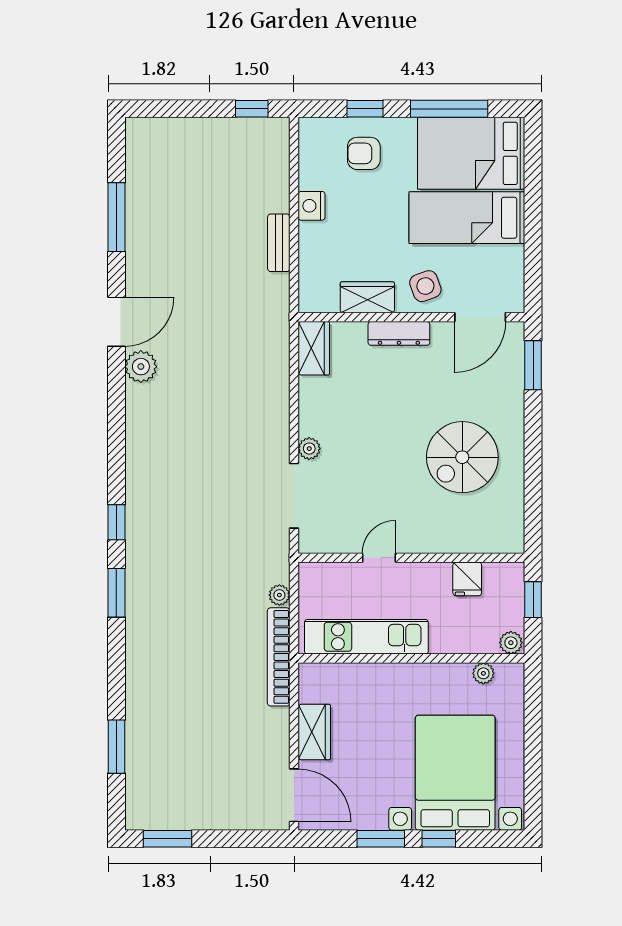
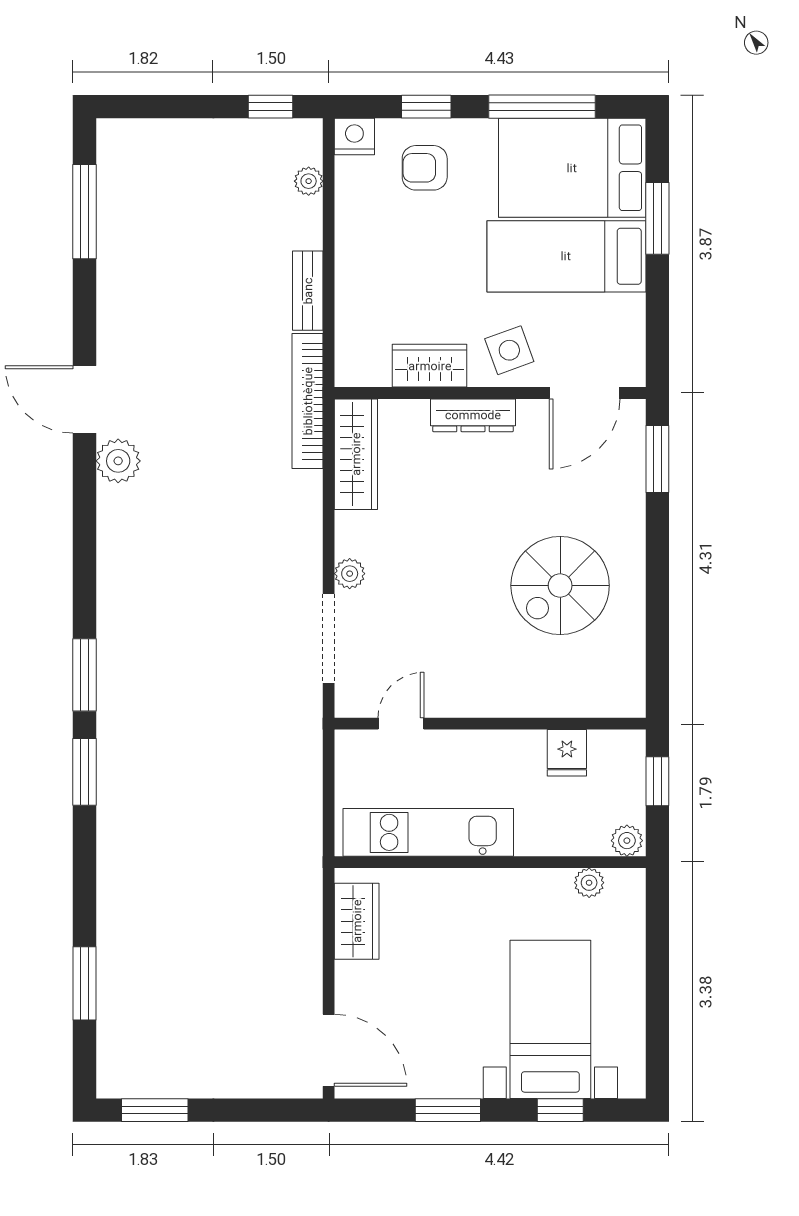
window: (533, 190) -> (657, 218), added
nightstand: (312, 206) -> (354, 136), moved, turned 90
window: (116, 217) -> (85, 212), moved
door: (116, 322) -> (85, 399), swing flipped
wardrobe: (314, 348) -> (356, 454), width x1.50
window: (116, 522) -> (85, 675), width x1.50
door: (379, 558) -> (401, 724), moved
plant: (279, 595) -> (309, 181), moved
bookcase: (279, 657) -> (308, 401), moved
wardrobe: (314, 732) -> (357, 921), moved
bed with nightstands: (455, 773) -> (550, 1019), width x0.73
window: (439, 839) -> (560, 1110), moved

